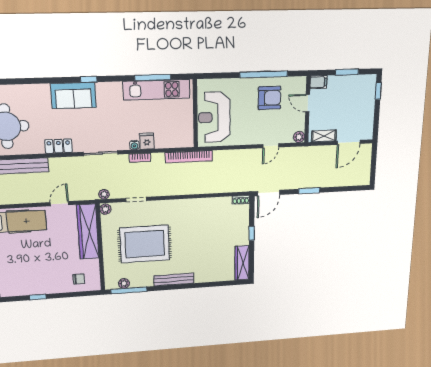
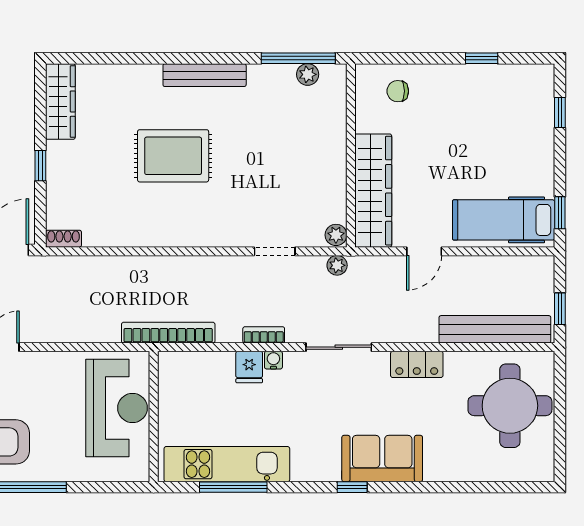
rug: (145, 244) -> (173, 156), moved, width x0.73, depth x0.69

